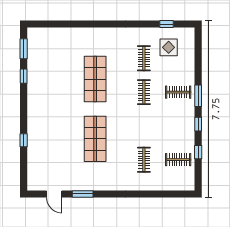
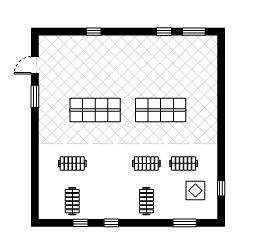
window: (198, 96) -> (185, 223), moved

